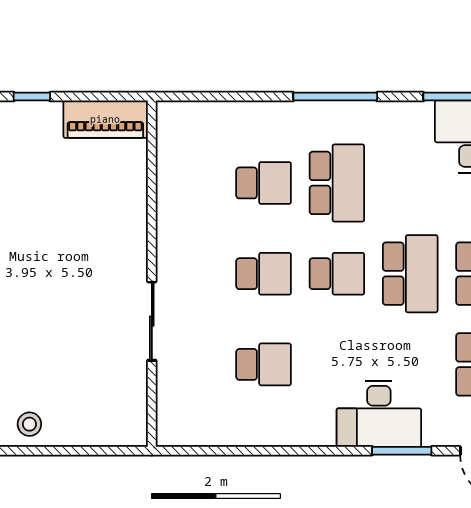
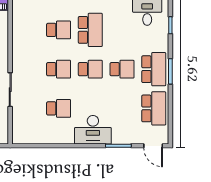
school desk: (410, 274) -> (122, 69), width x0.54
desk: (379, 414) -> (93, 130), moved

